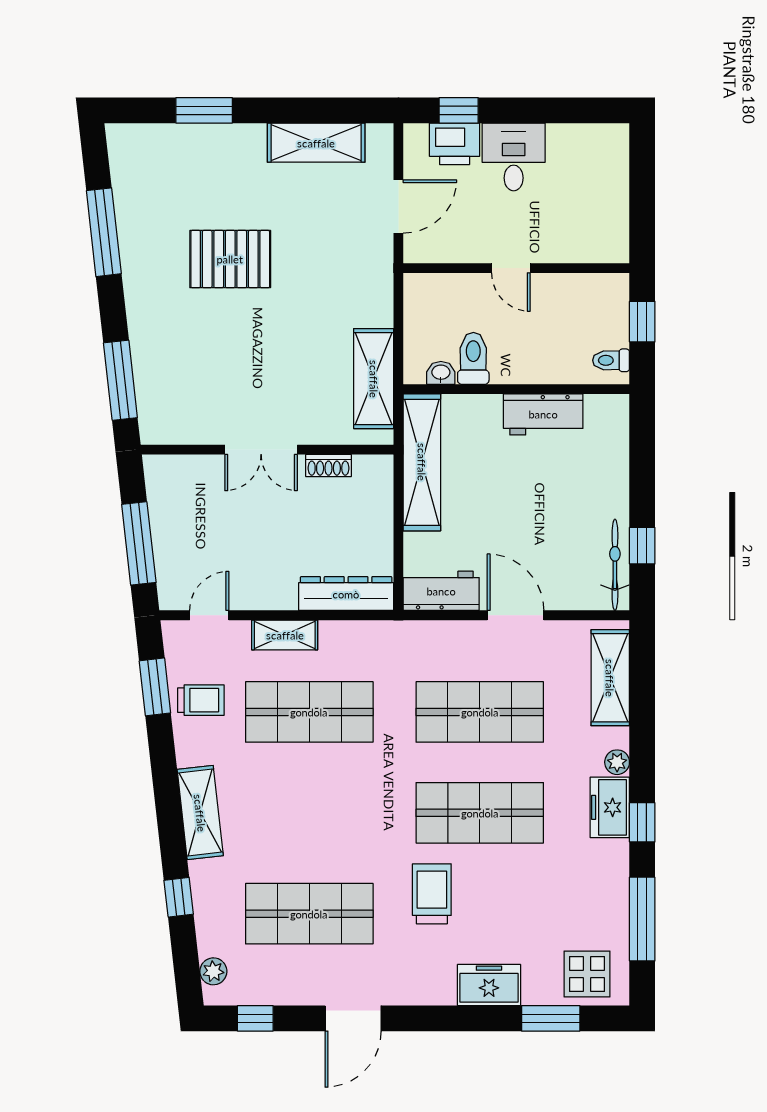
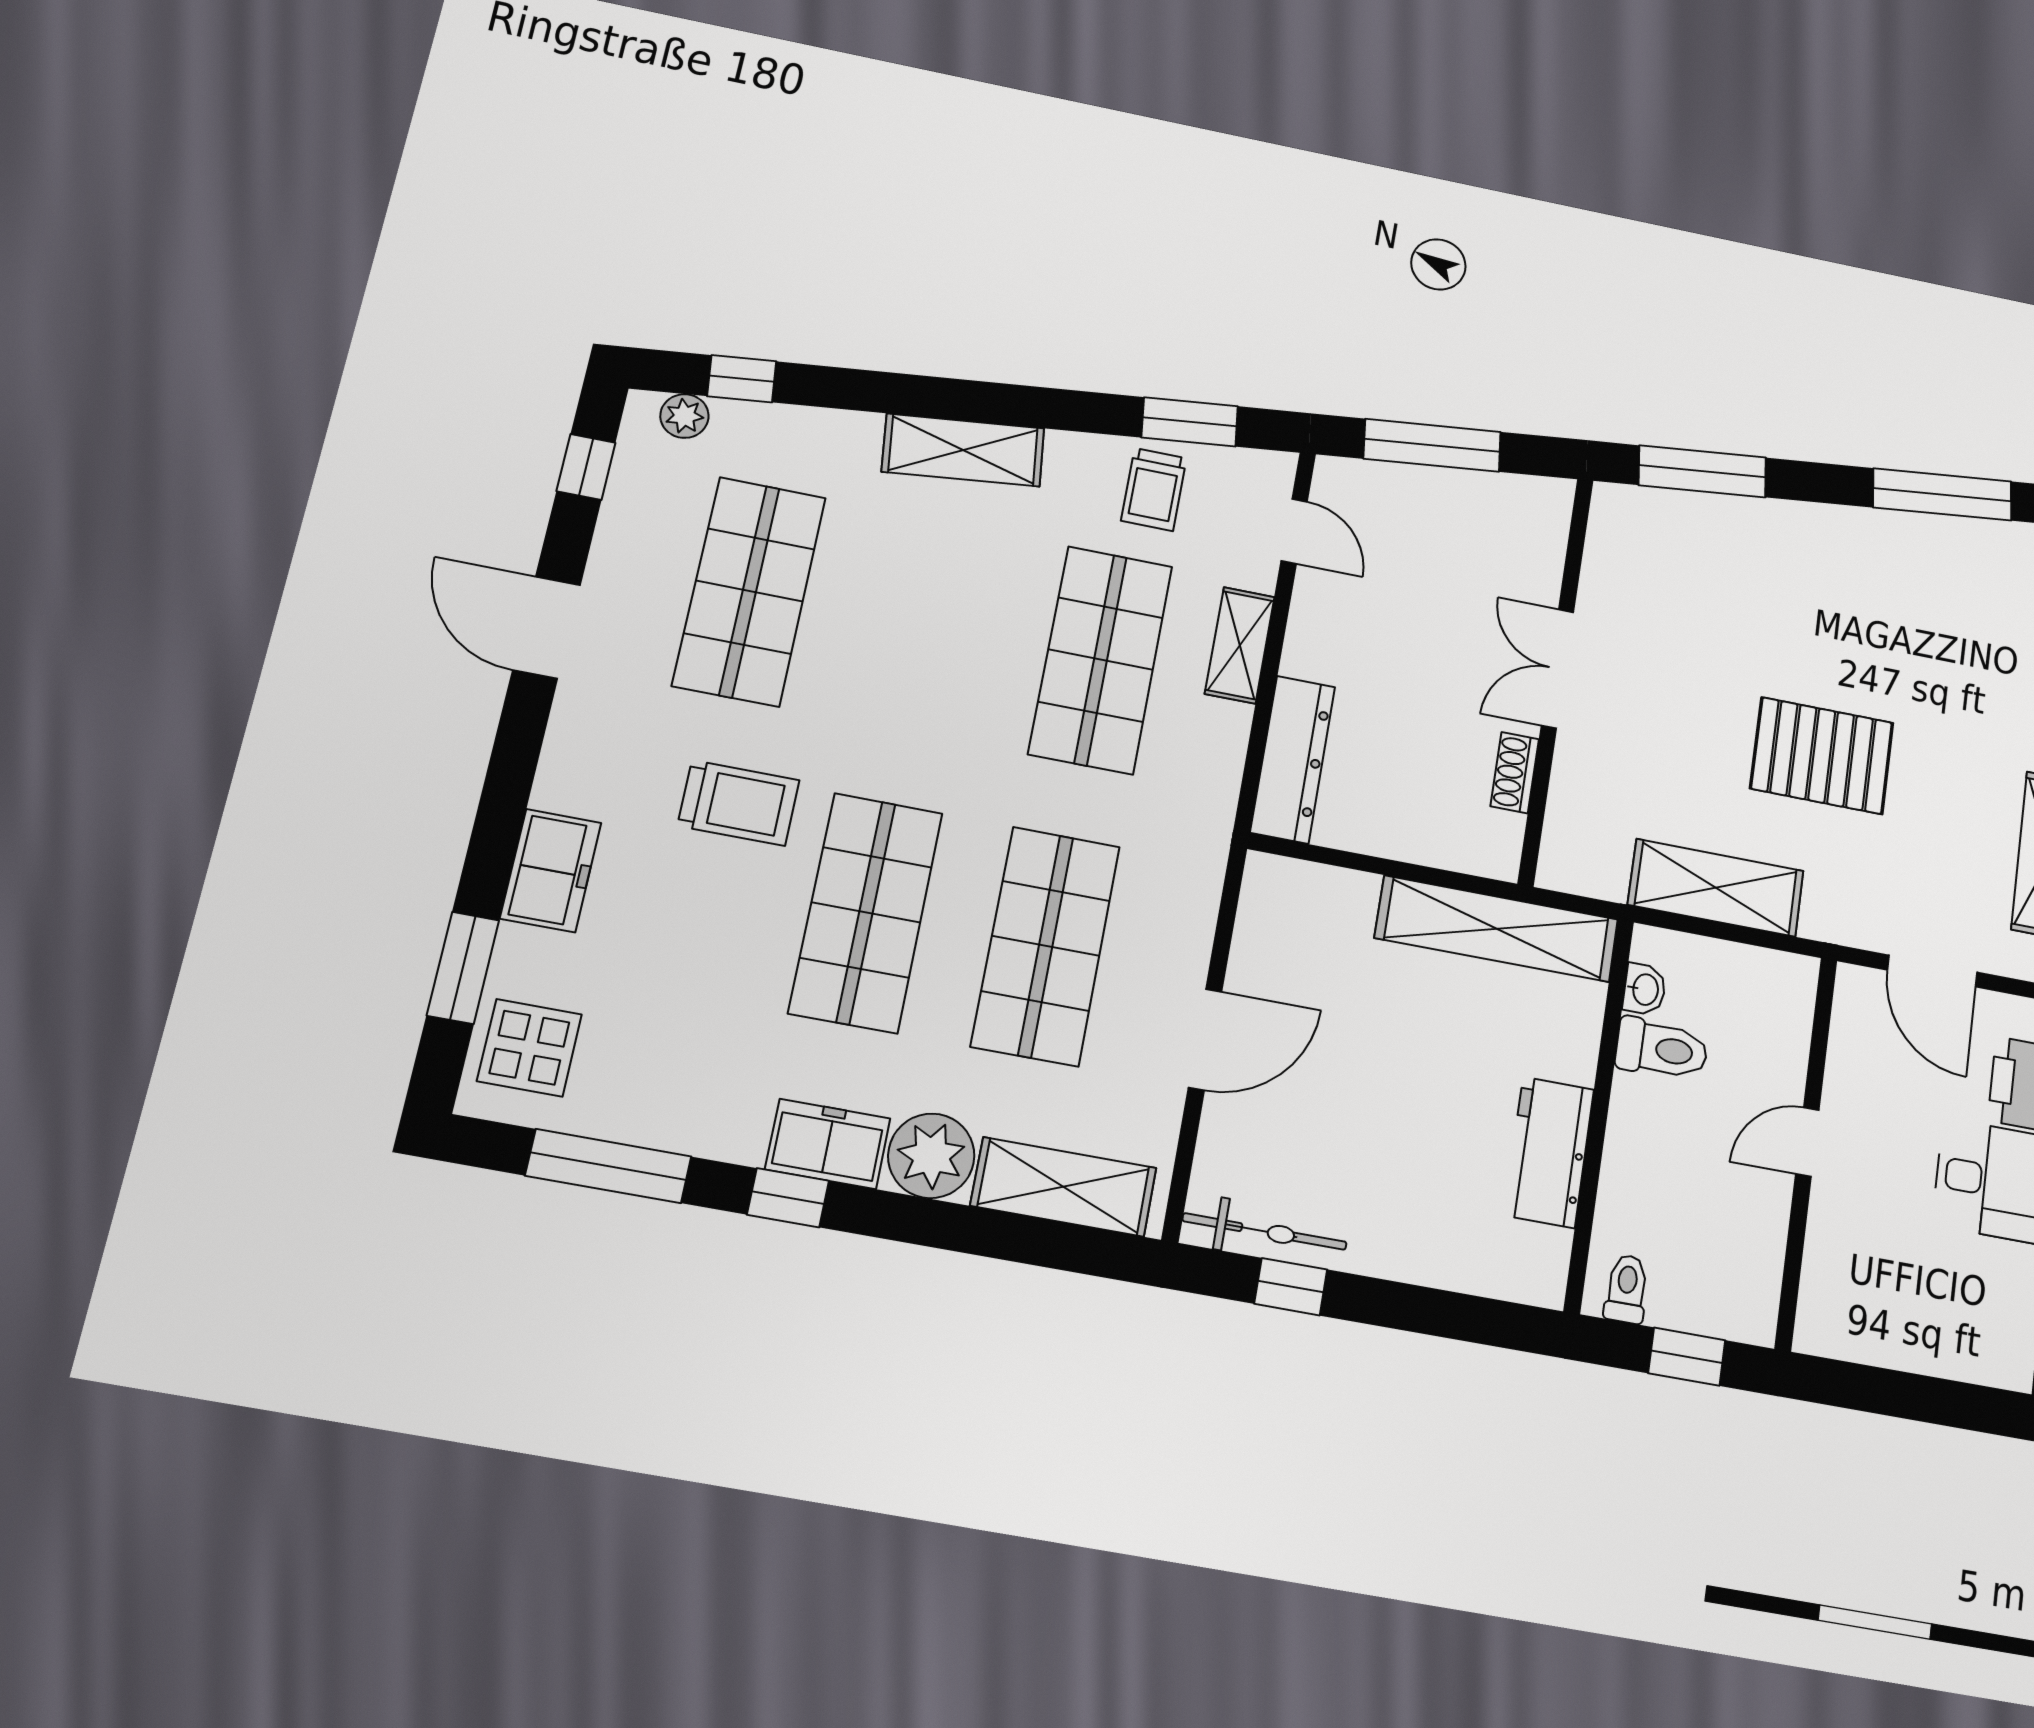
pallet: (230, 259) -> (1822, 756), moved, turned 90
shelving: (374, 379) -> (1716, 888), moved
workbench: (441, 591) -> (1270, 920), removed
plant: (617, 762) -> (931, 1156), width x1.87, depth x1.87
window: (179, 897) -> (742, 379), moved

